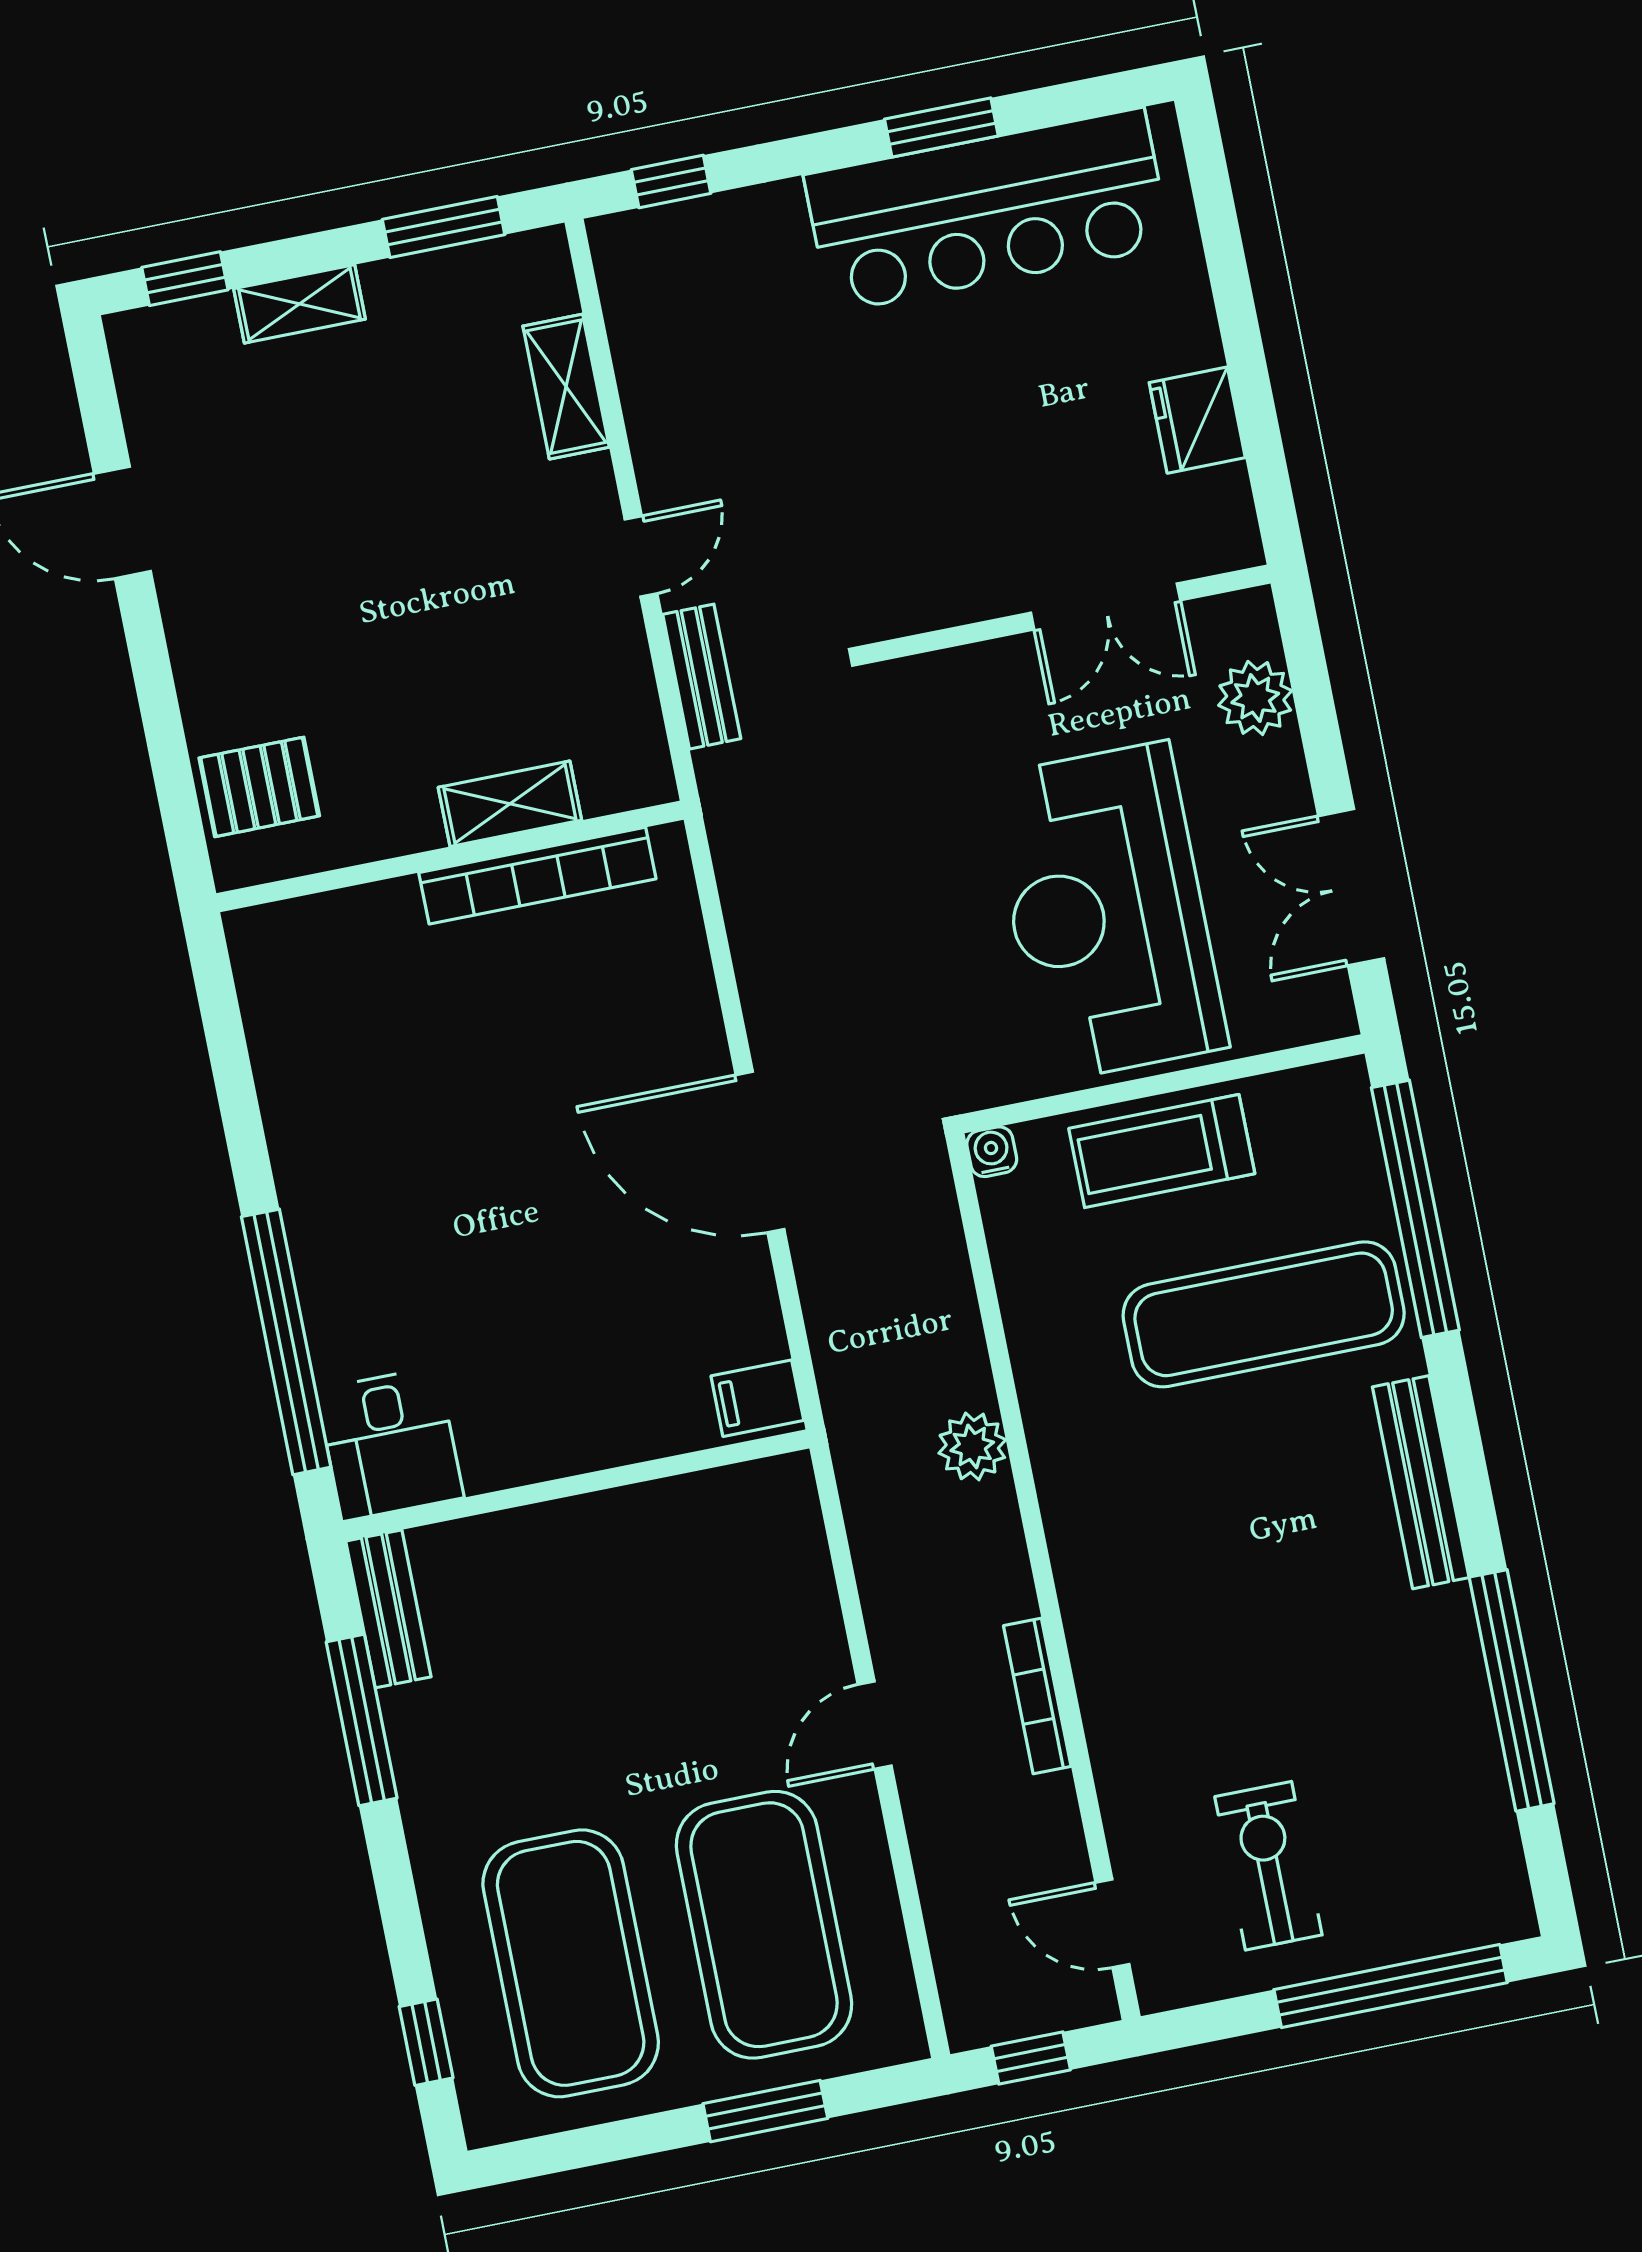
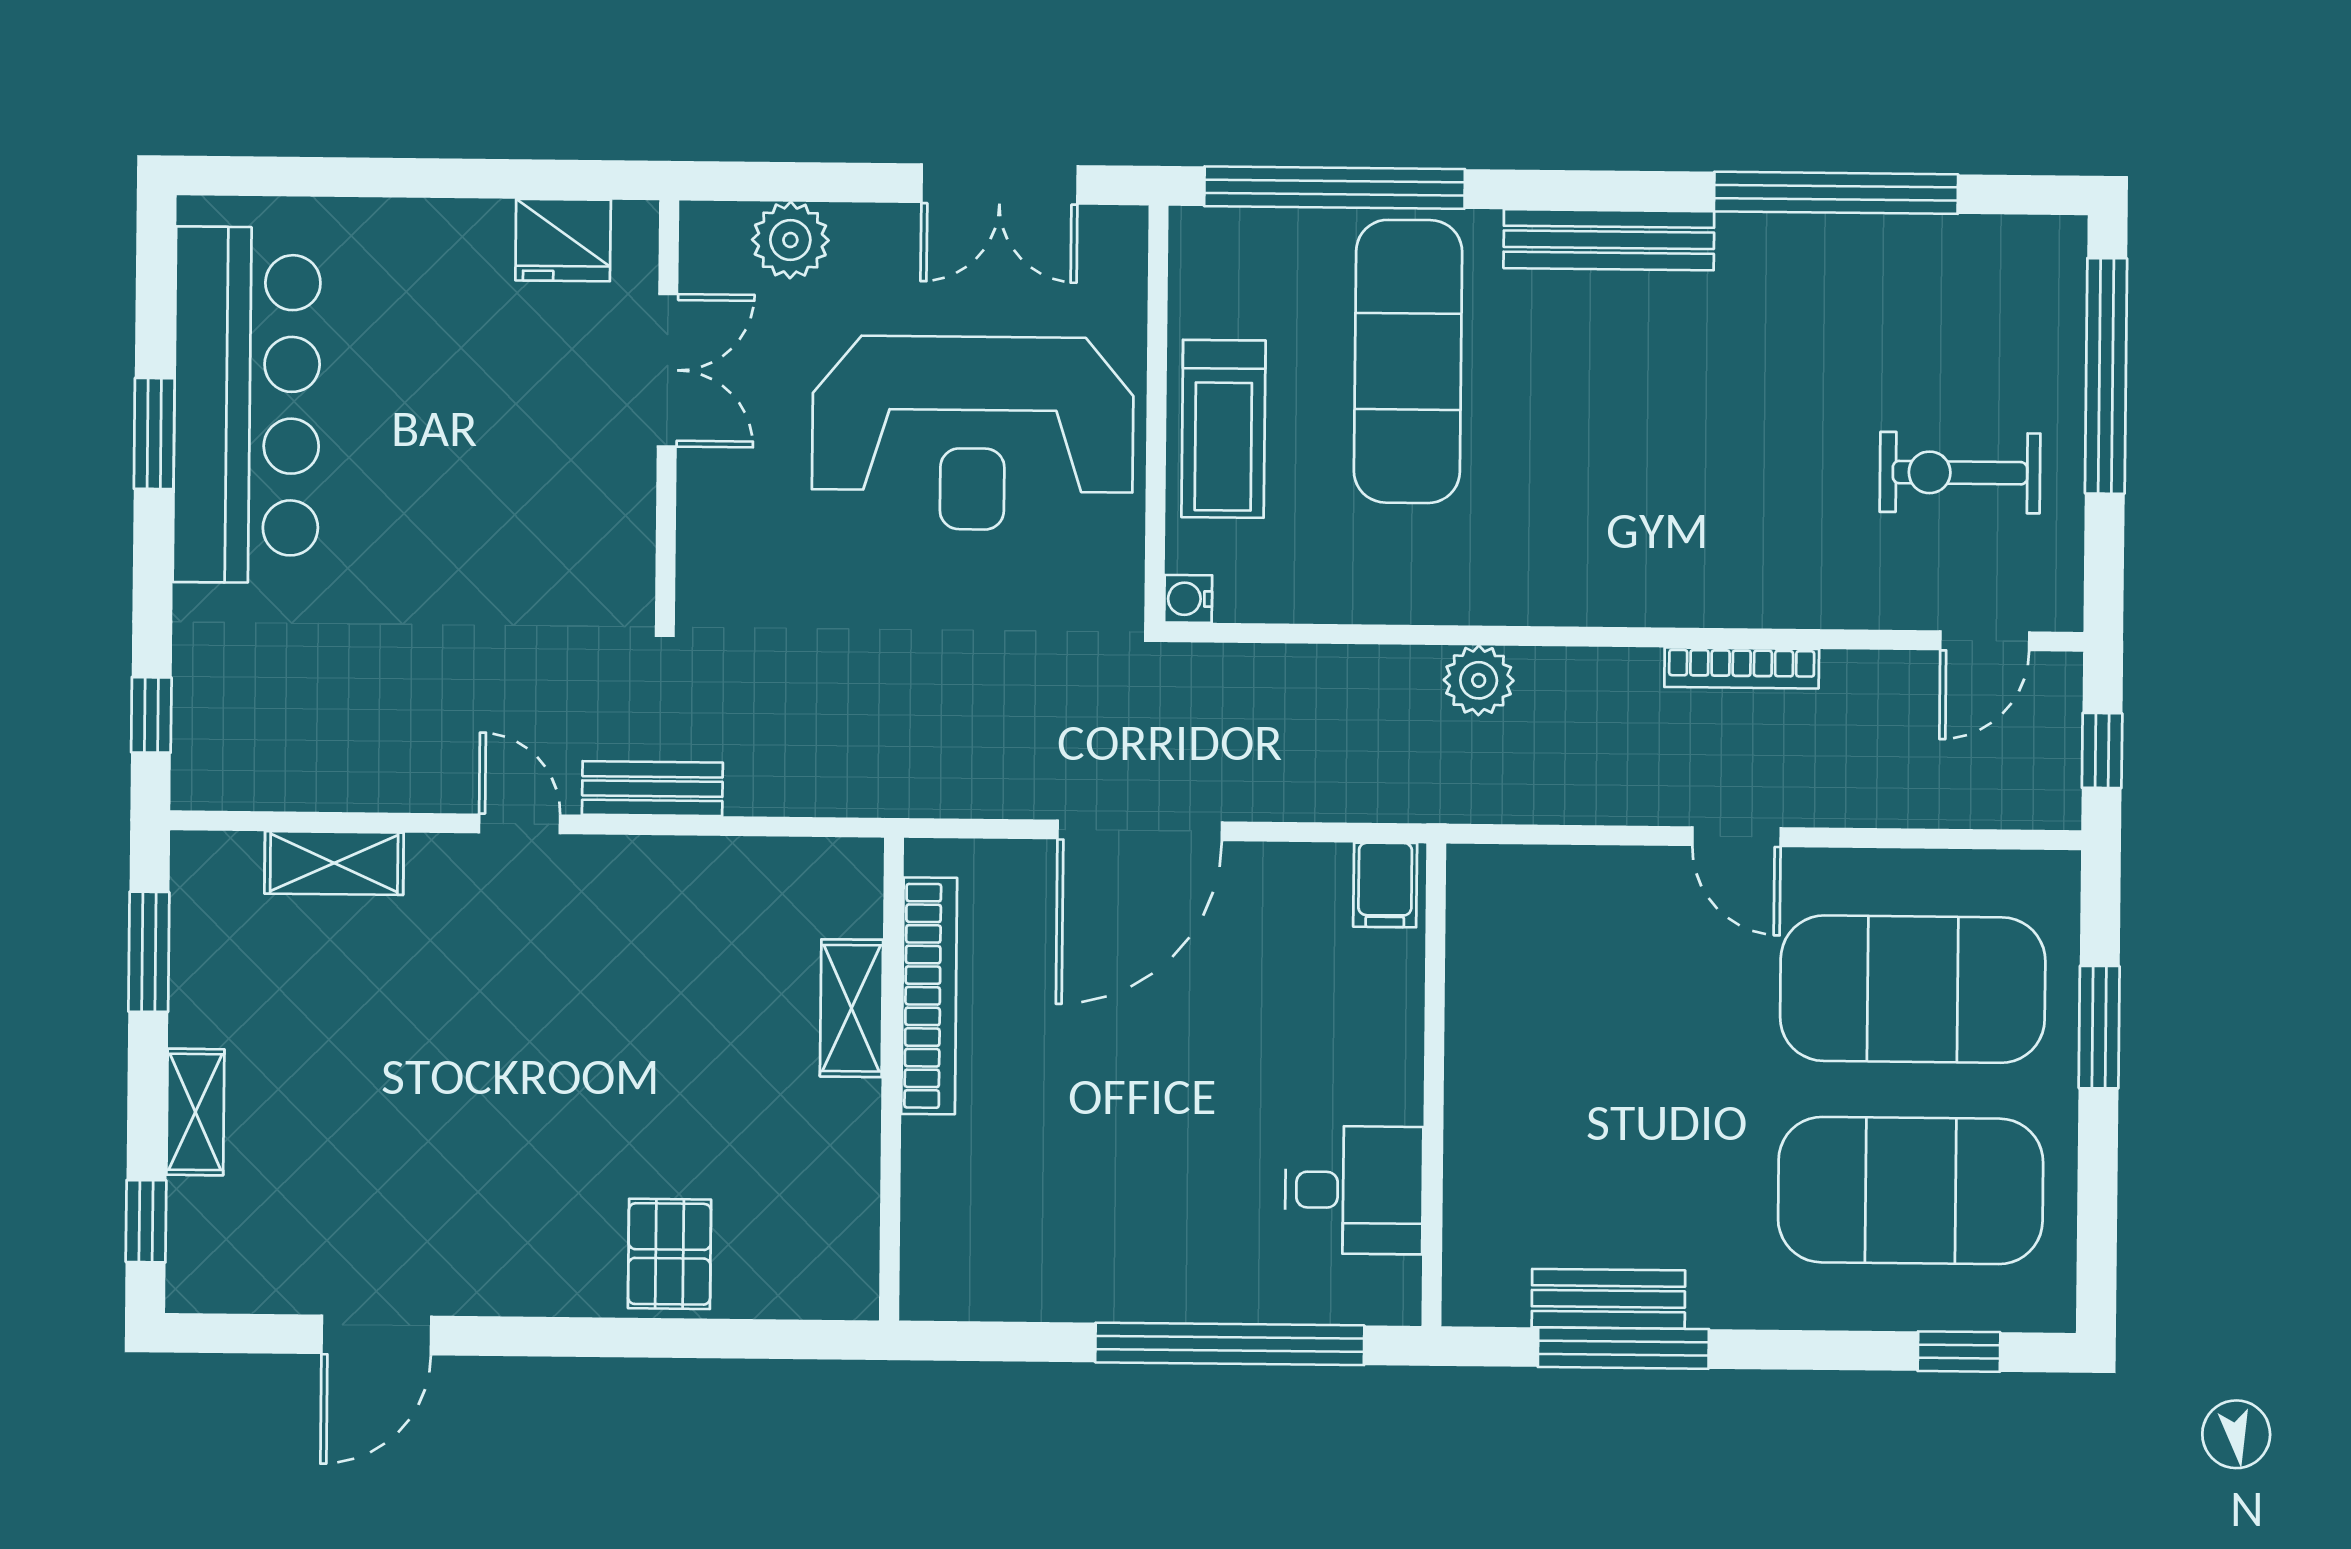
fridge: (1197, 420) -> (563, 240), moved
shelving: (510, 804) -> (852, 1008), moved
wall: (450, 856) -> (892, 1079), moved
bookcase: (537, 876) -> (929, 996), moved
desk: (390, 1444) -> (1354, 1190), moved
bench: (388, 1609) -> (1608, 1299), moved

